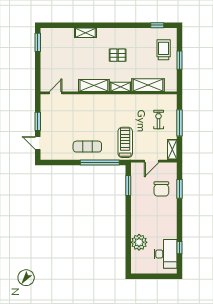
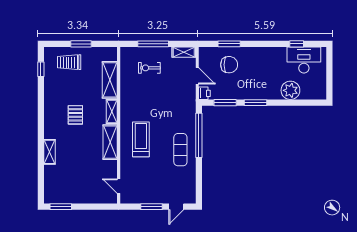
treadmill: (125, 142) -> (141, 139), moved, turned 90
printer: (136, 167) -> (204, 93), added
window: (128, 212) -> (256, 103), added

